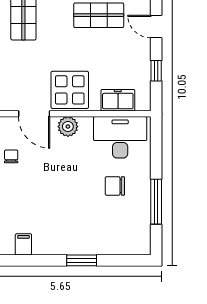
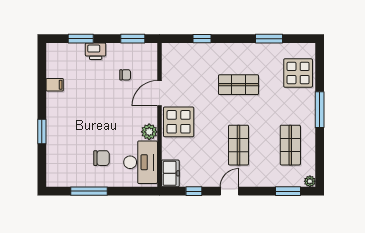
freezer: (118, 100) -> (170, 173), moved
plant: (68, 127) -> (149, 132), moved
chair: (115, 186) -> (102, 158), turned 90

